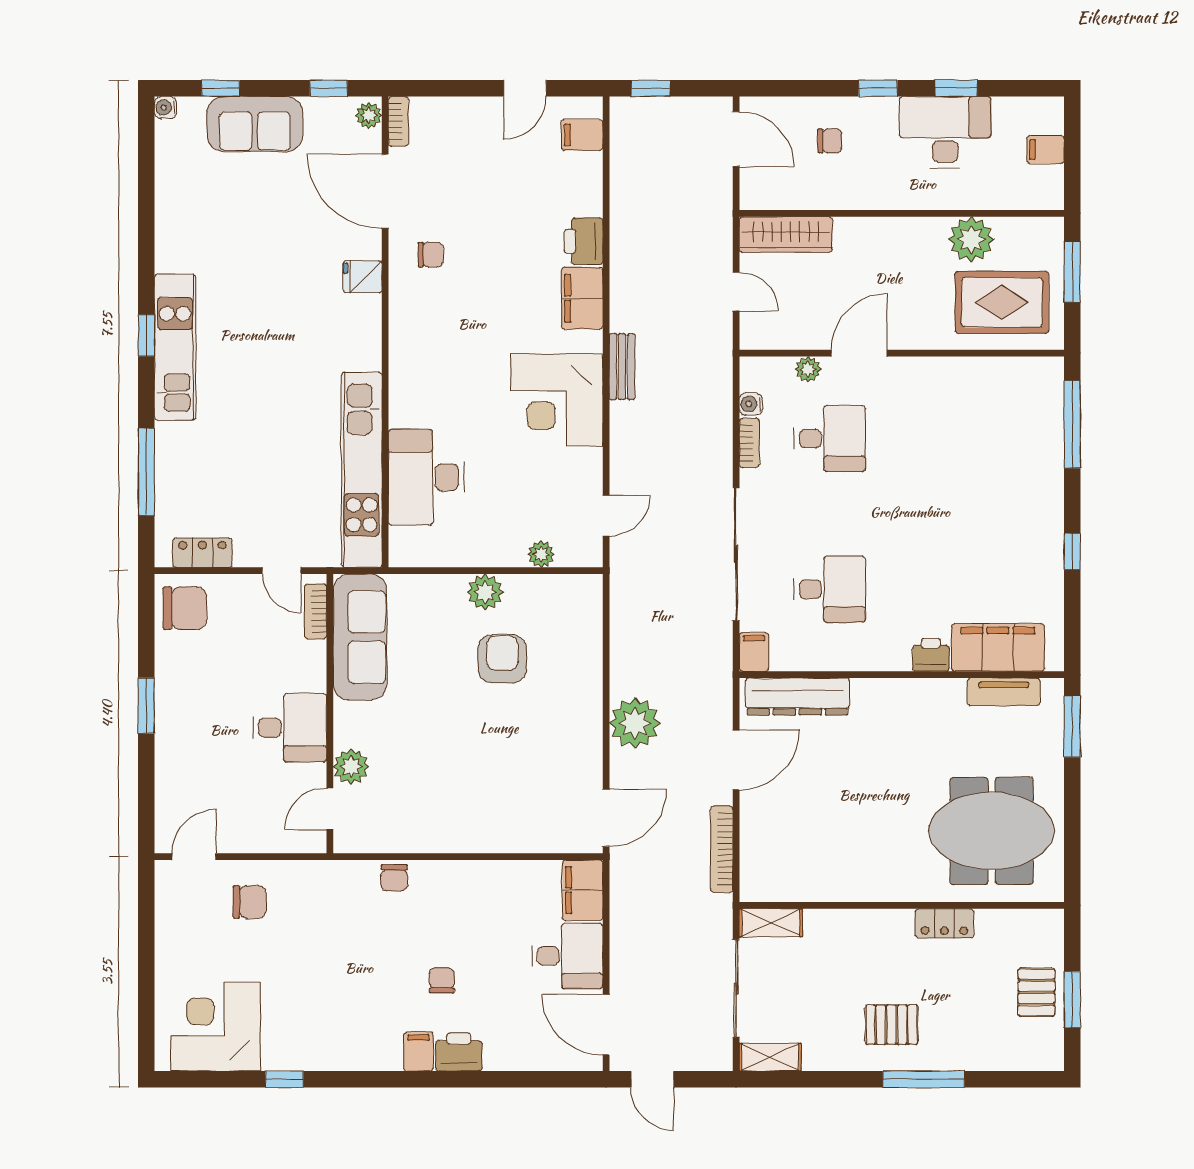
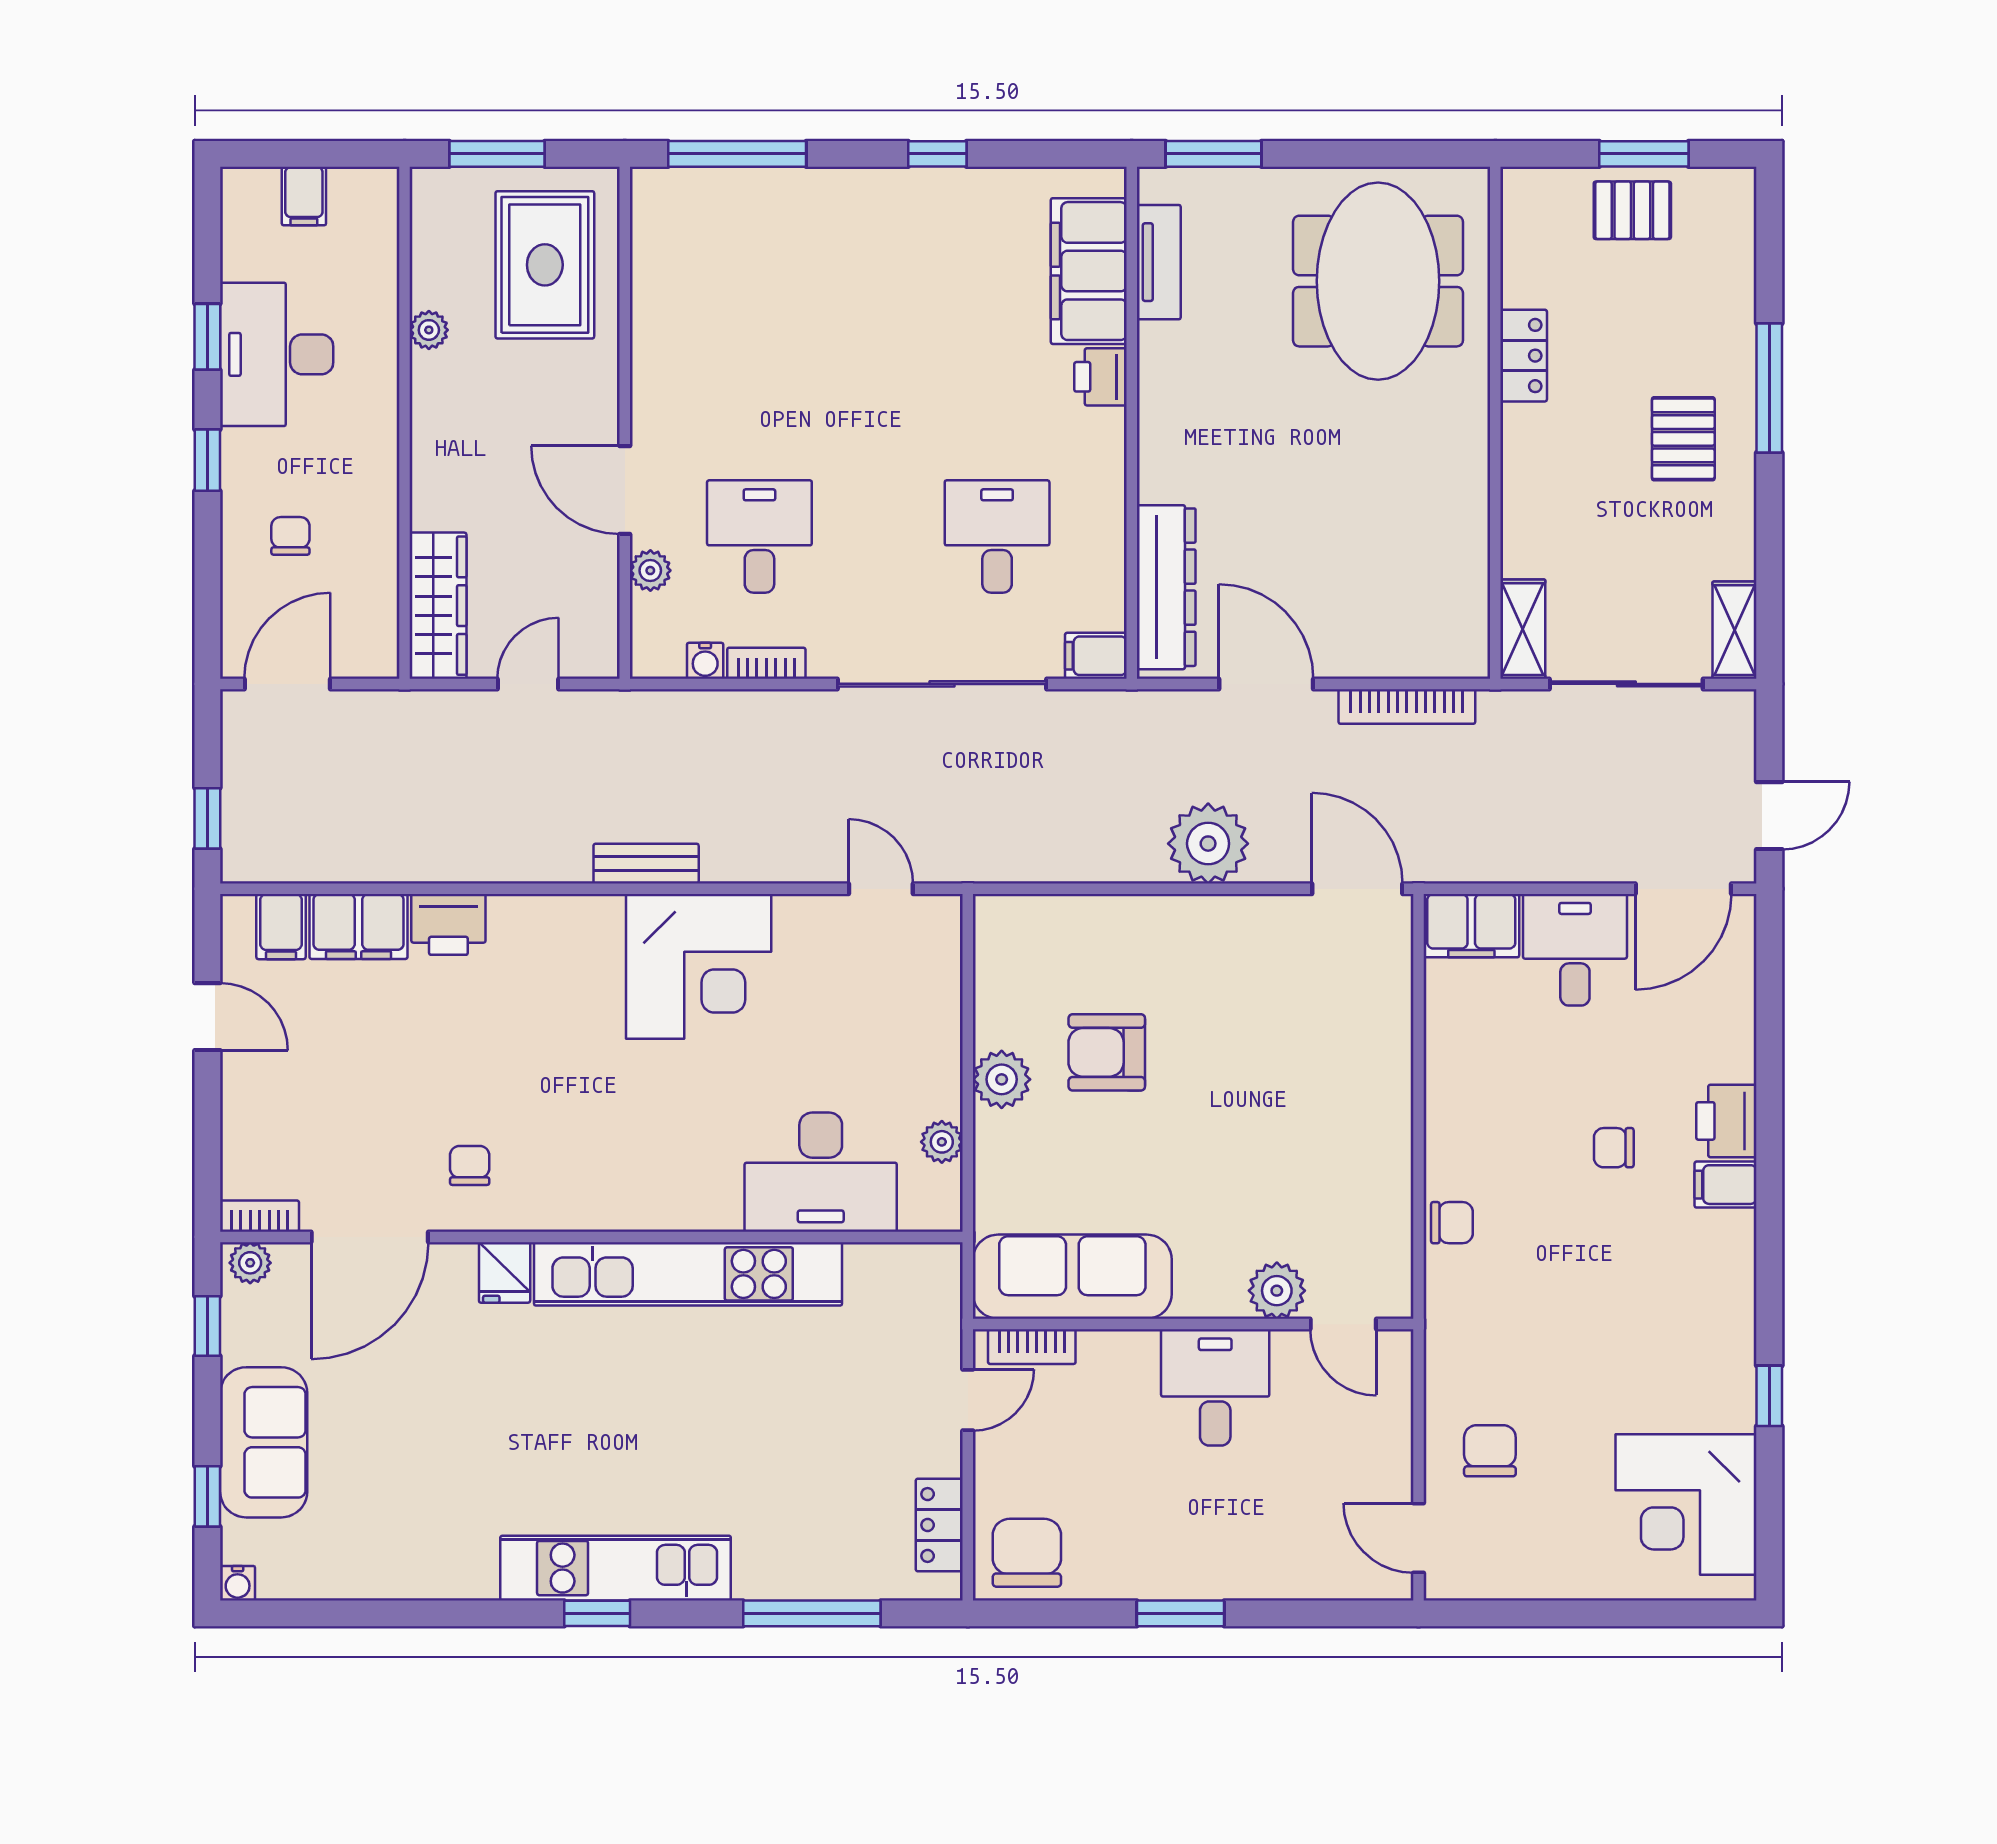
plant: (971, 239) -> (429, 330), width x0.53, depth x0.53
filing cabinet: (582, 298) -> (358, 926), moved
kitchen unit: (362, 470) -> (688, 1274), moved
plant: (541, 554) -> (942, 1142), moved

